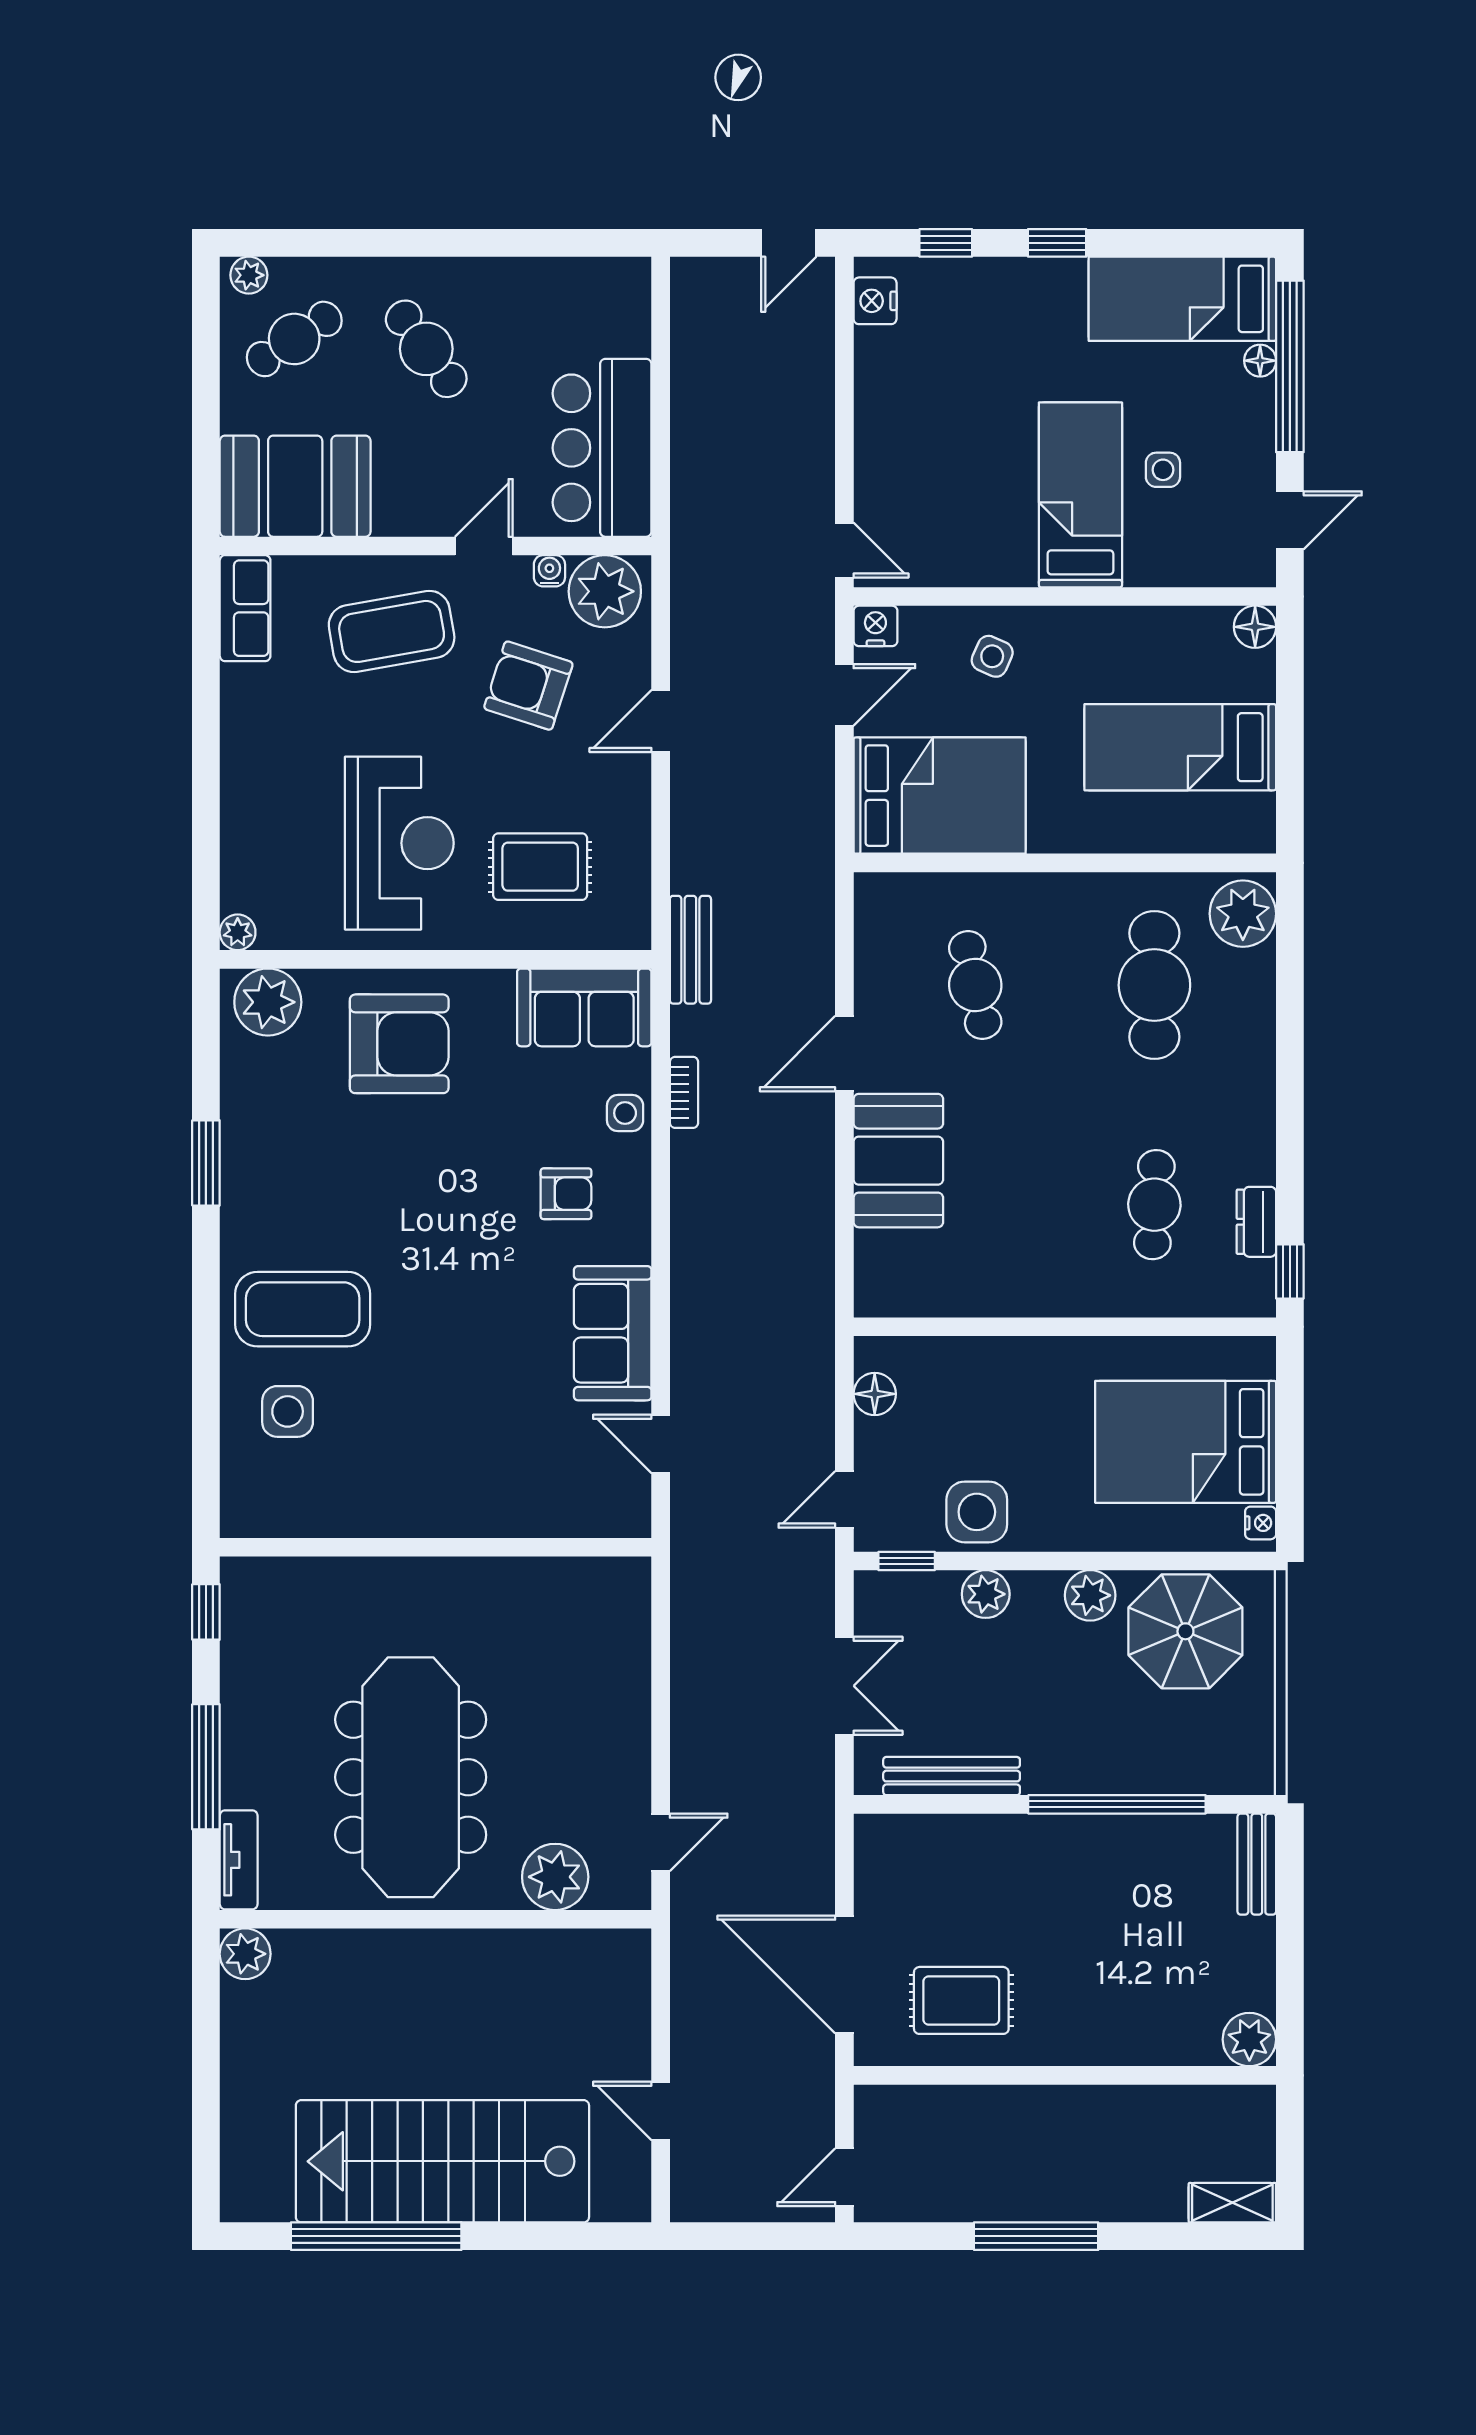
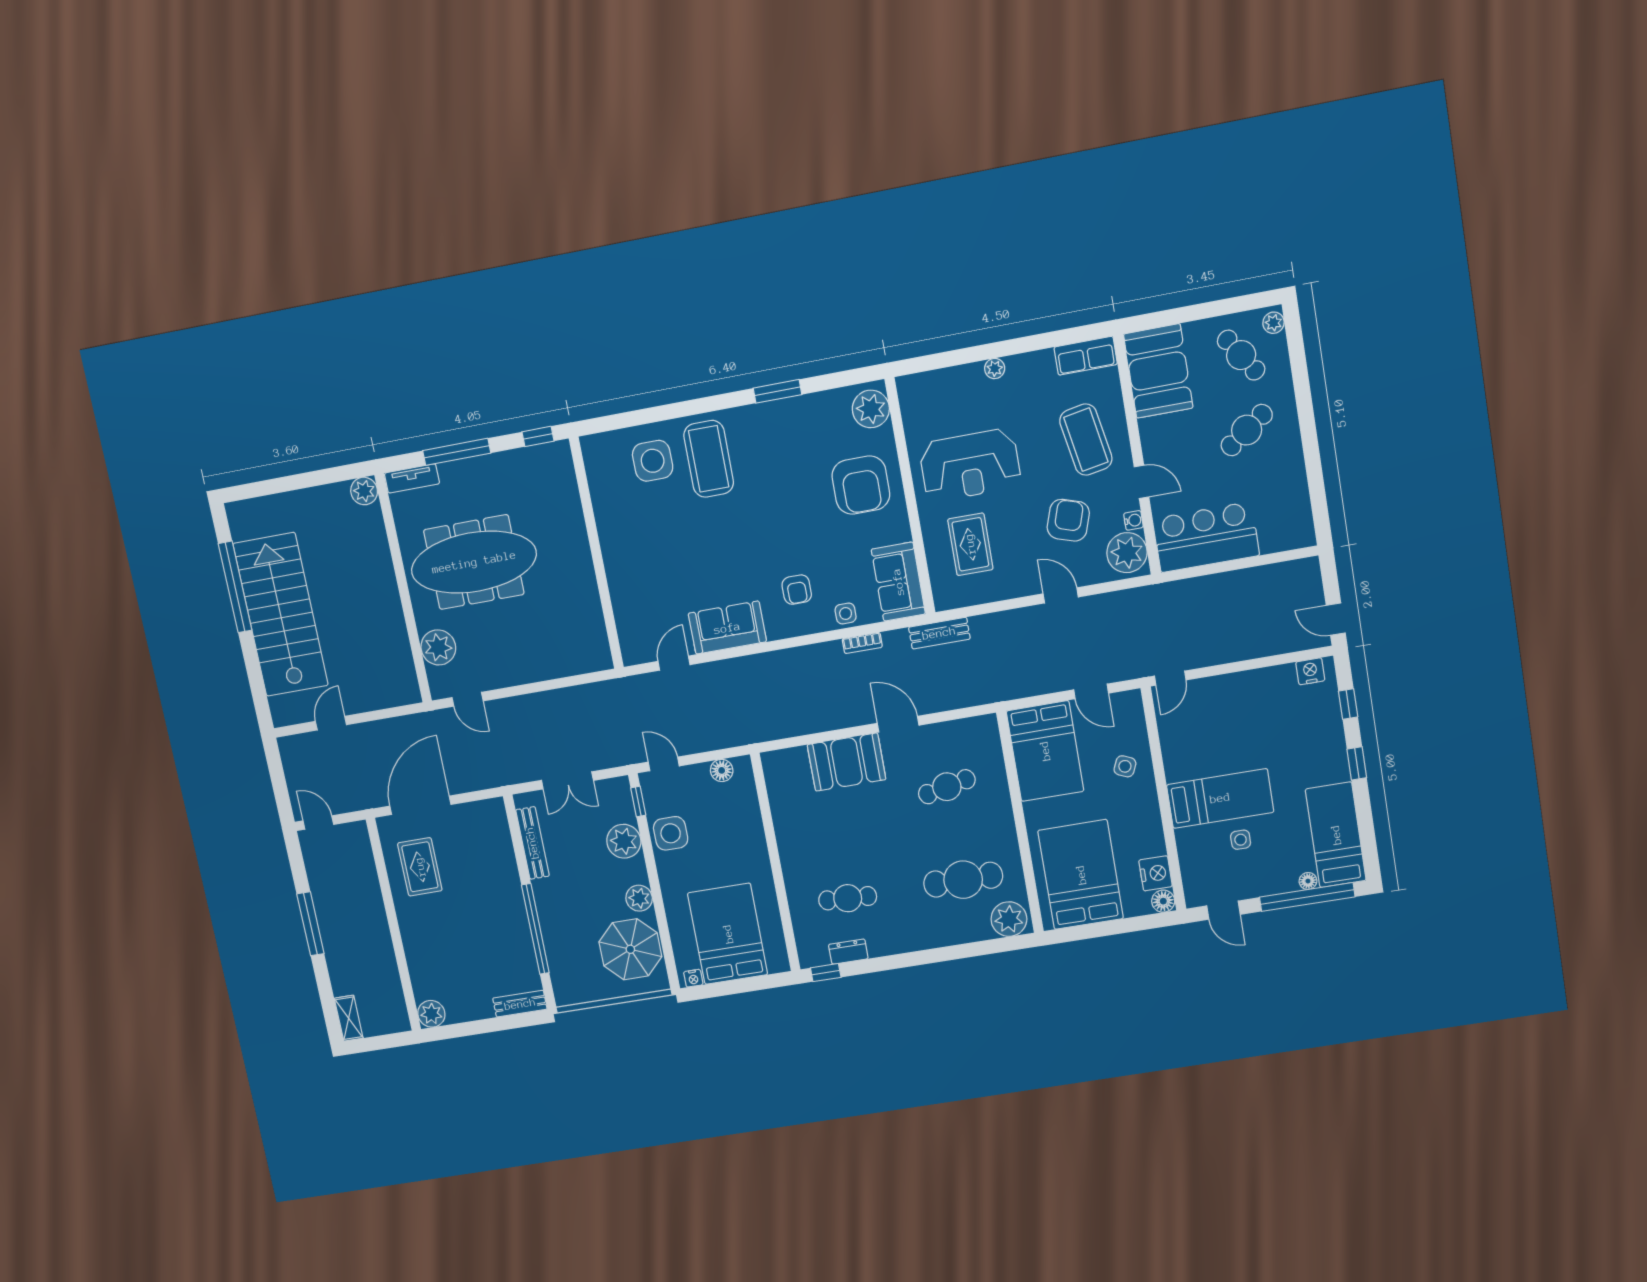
nightstand: (875, 626) -> (1156, 873), moved, width x1.36, depth x1.33
bed: (1180, 747) -> (1081, 875), width x1.50
plant: (238, 932) -> (995, 369), moved
side table: (288, 1411) -> (653, 461), width x1.37, depth x1.37
plant: (986, 1594) -> (624, 841), width x1.36, depth x1.36

